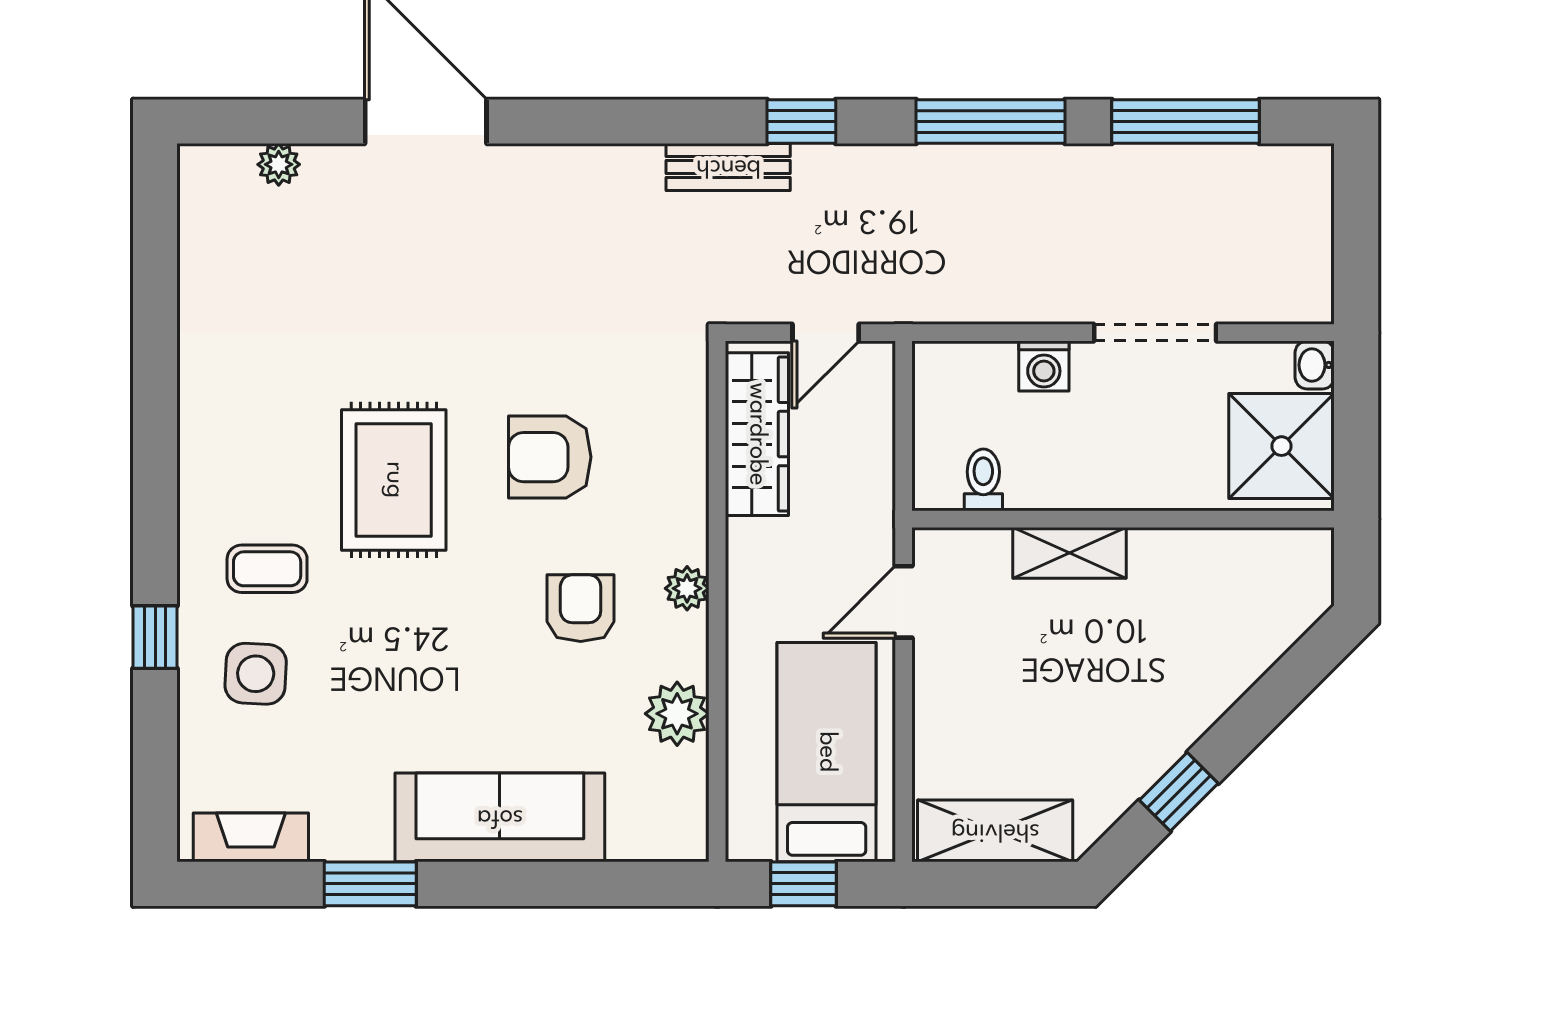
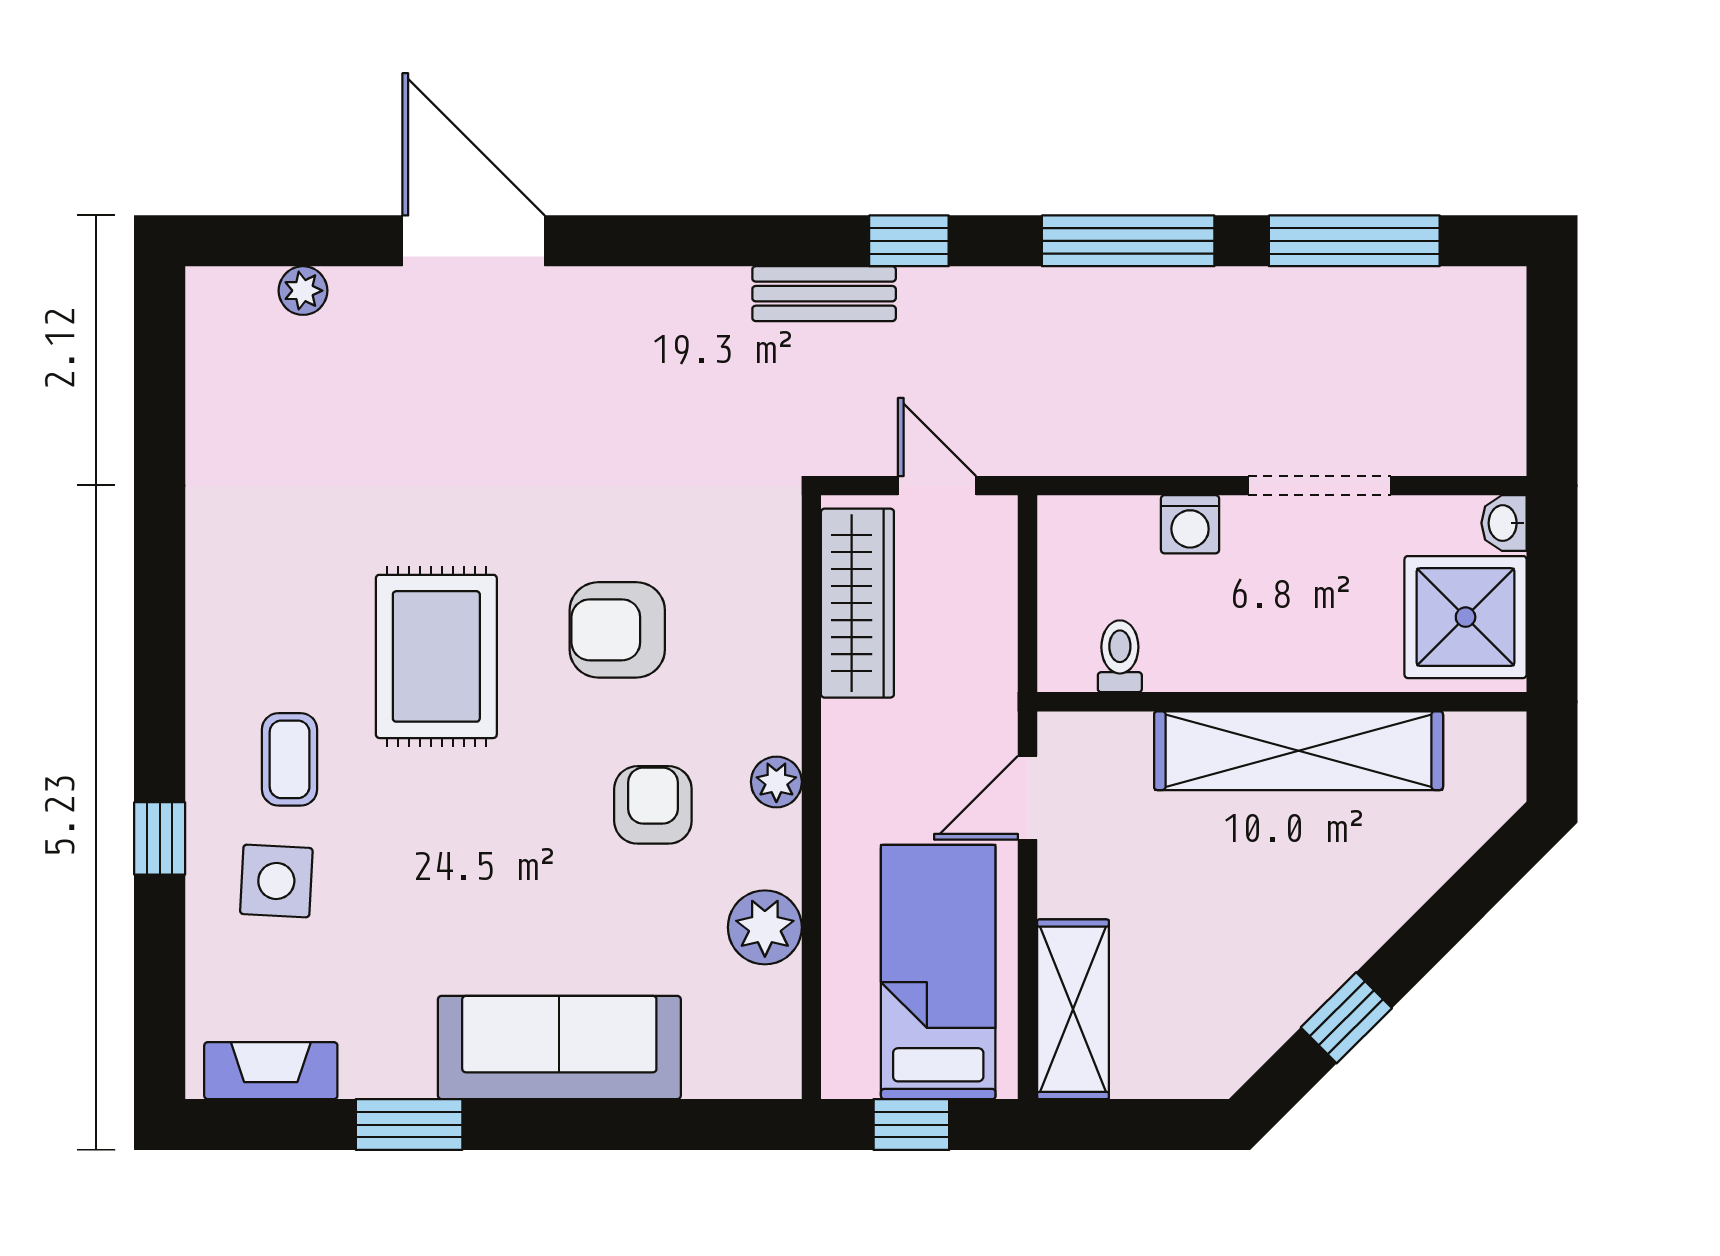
door: (826, 333) -> (937, 486), swing flipped
shelving: (1069, 553) -> (1299, 751), width x2.20, depth x1.33
coffee table: (267, 569) -> (290, 759), turned 90
shelving: (995, 831) -> (1073, 1009), moved, turned 90

